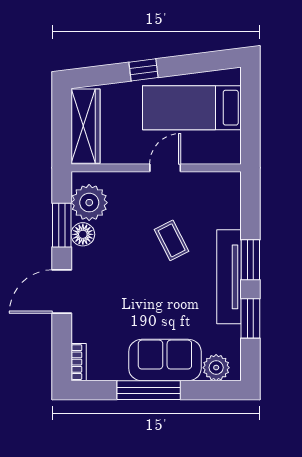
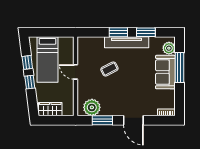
window: (186, 65) -> (27, 62), added
wardrobe: (85, 126) -> (50, 109), width x0.67
floor lamp: (83, 234) -> (107, 110), removed
window: (149, 390) -> (179, 68), moved

